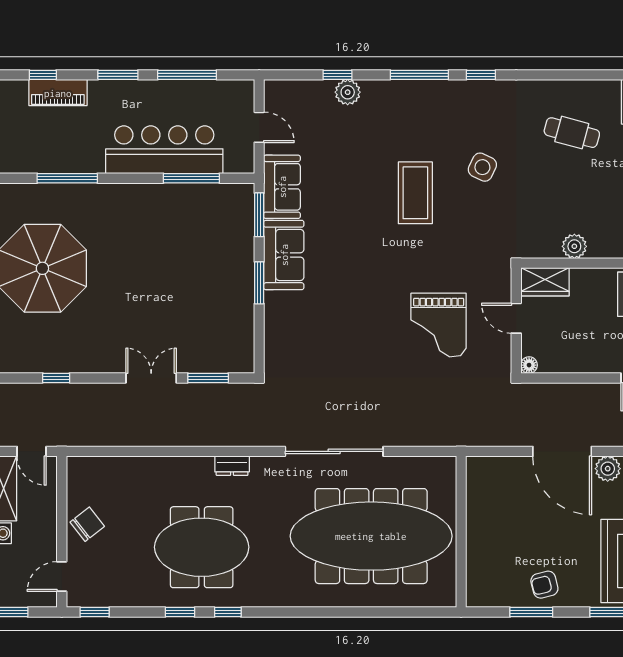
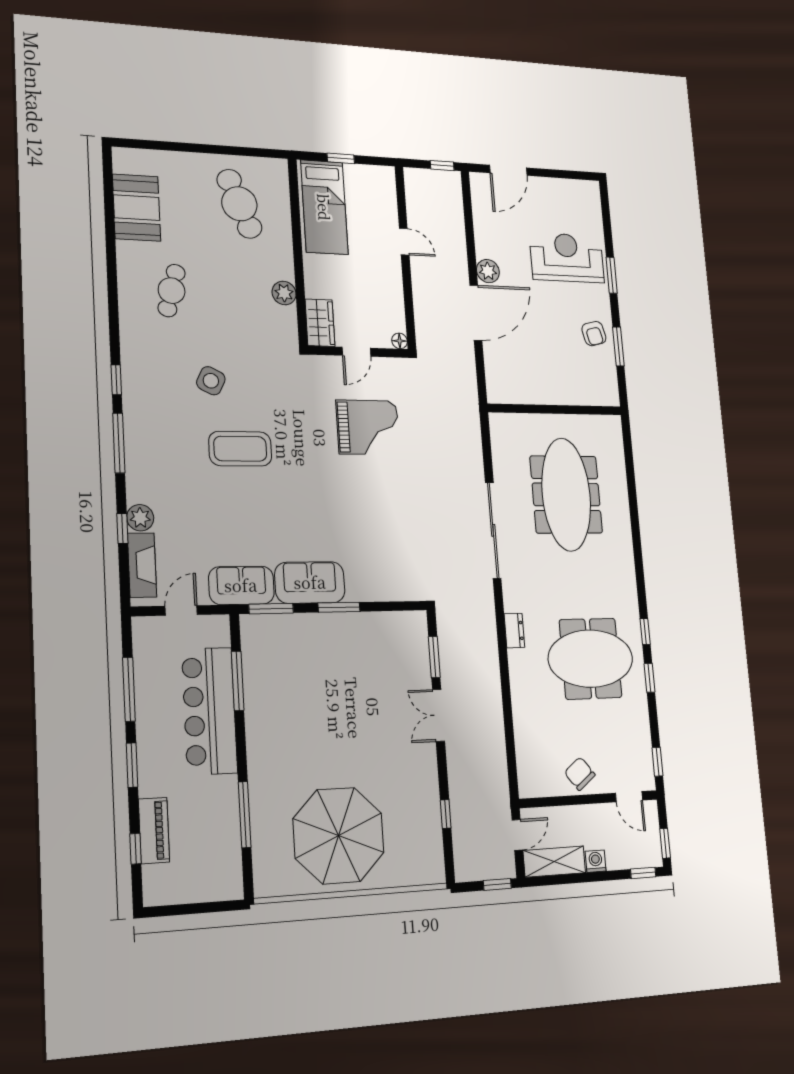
fireplace: (303, 92) -> (142, 565), added
meeting table: (371, 536) -> (566, 494), width x0.73, depth x0.79
meeting table: (202, 547) -> (591, 659), turned 90

